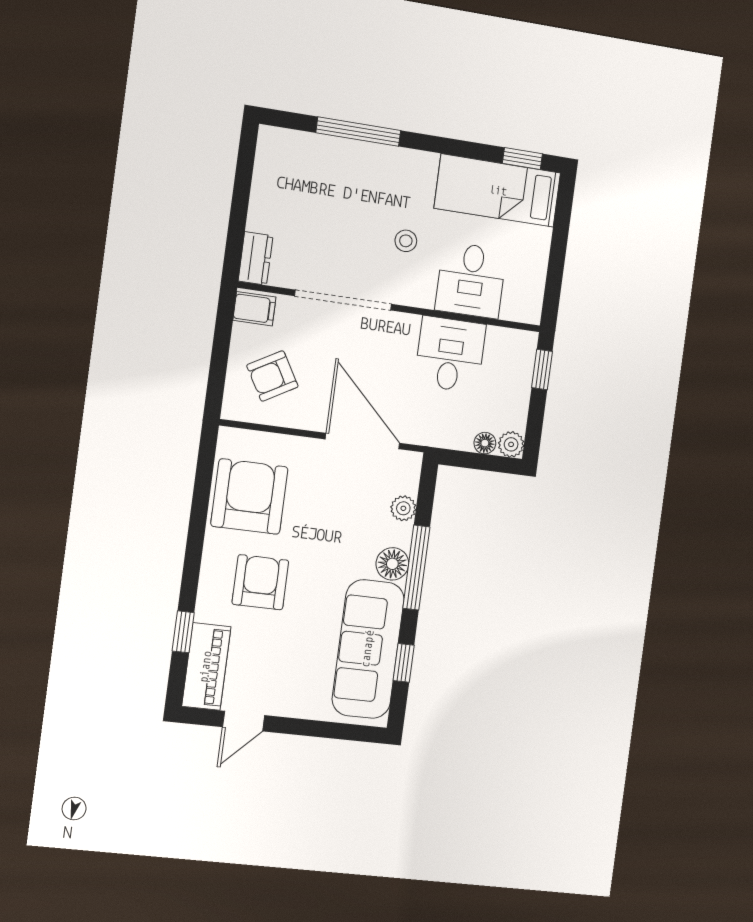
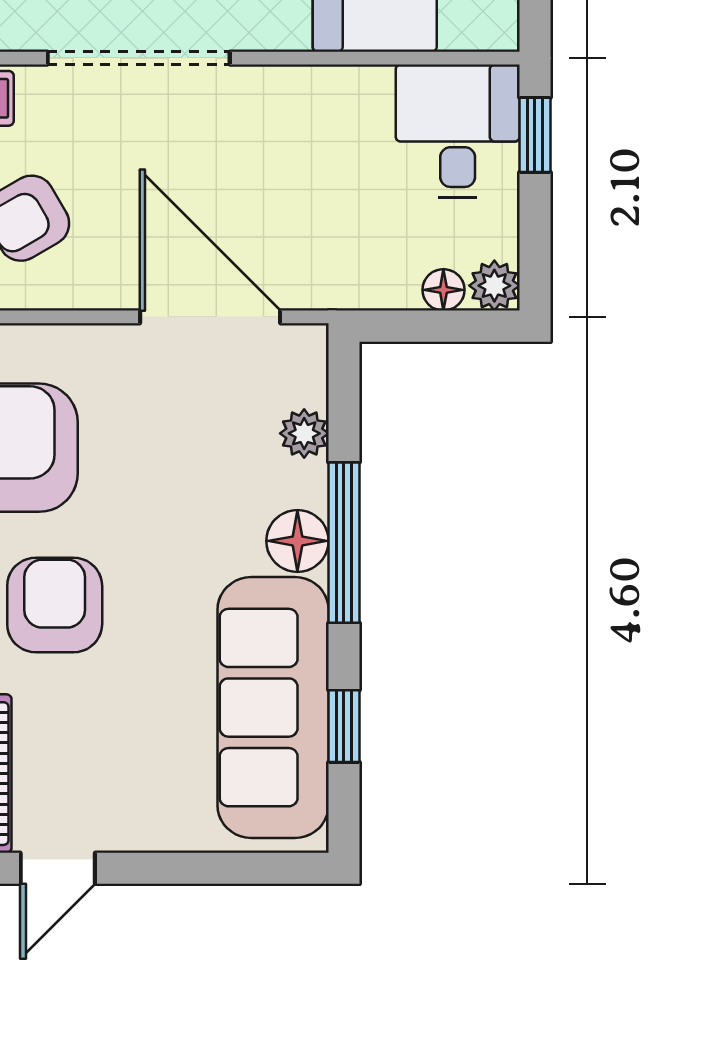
desk: (450, 354) -> (458, 131), moved

